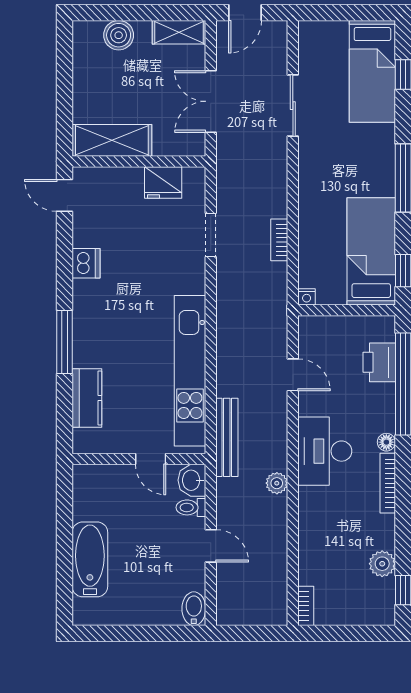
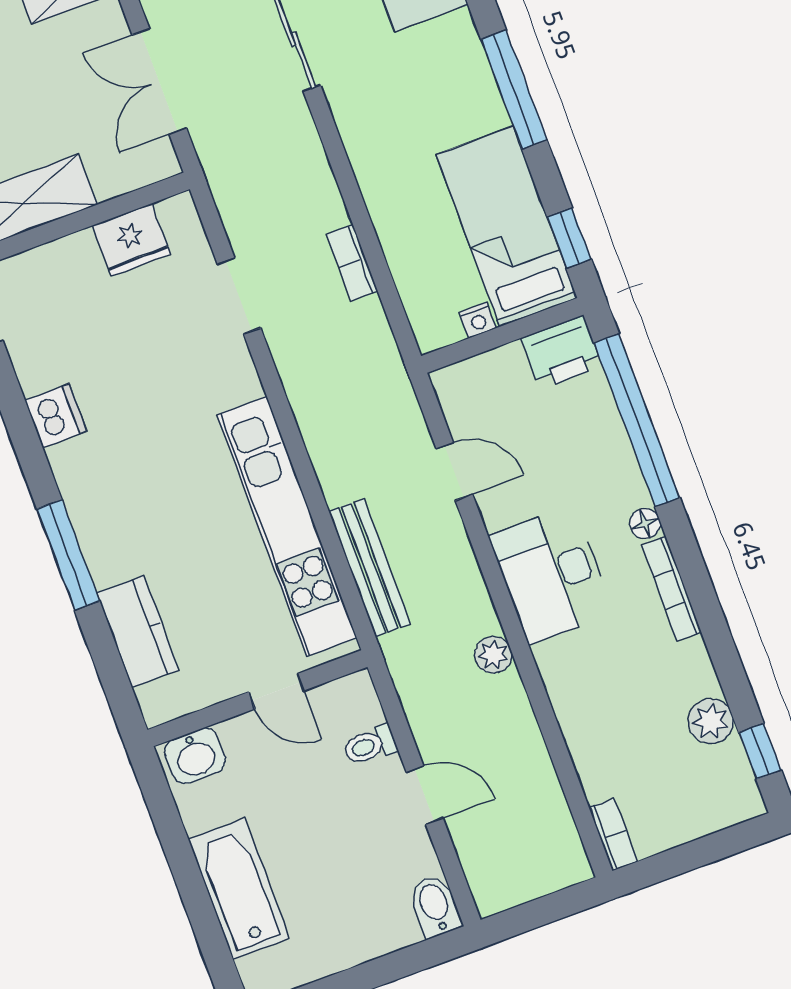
nightstand: (307, 297) -> (478, 320), moved
printer: (379, 362) -> (562, 352), moved, turned -90
bench: (227, 437) -> (370, 568), moved
washbasin: (192, 480) -> (195, 756), moved, turned -90

